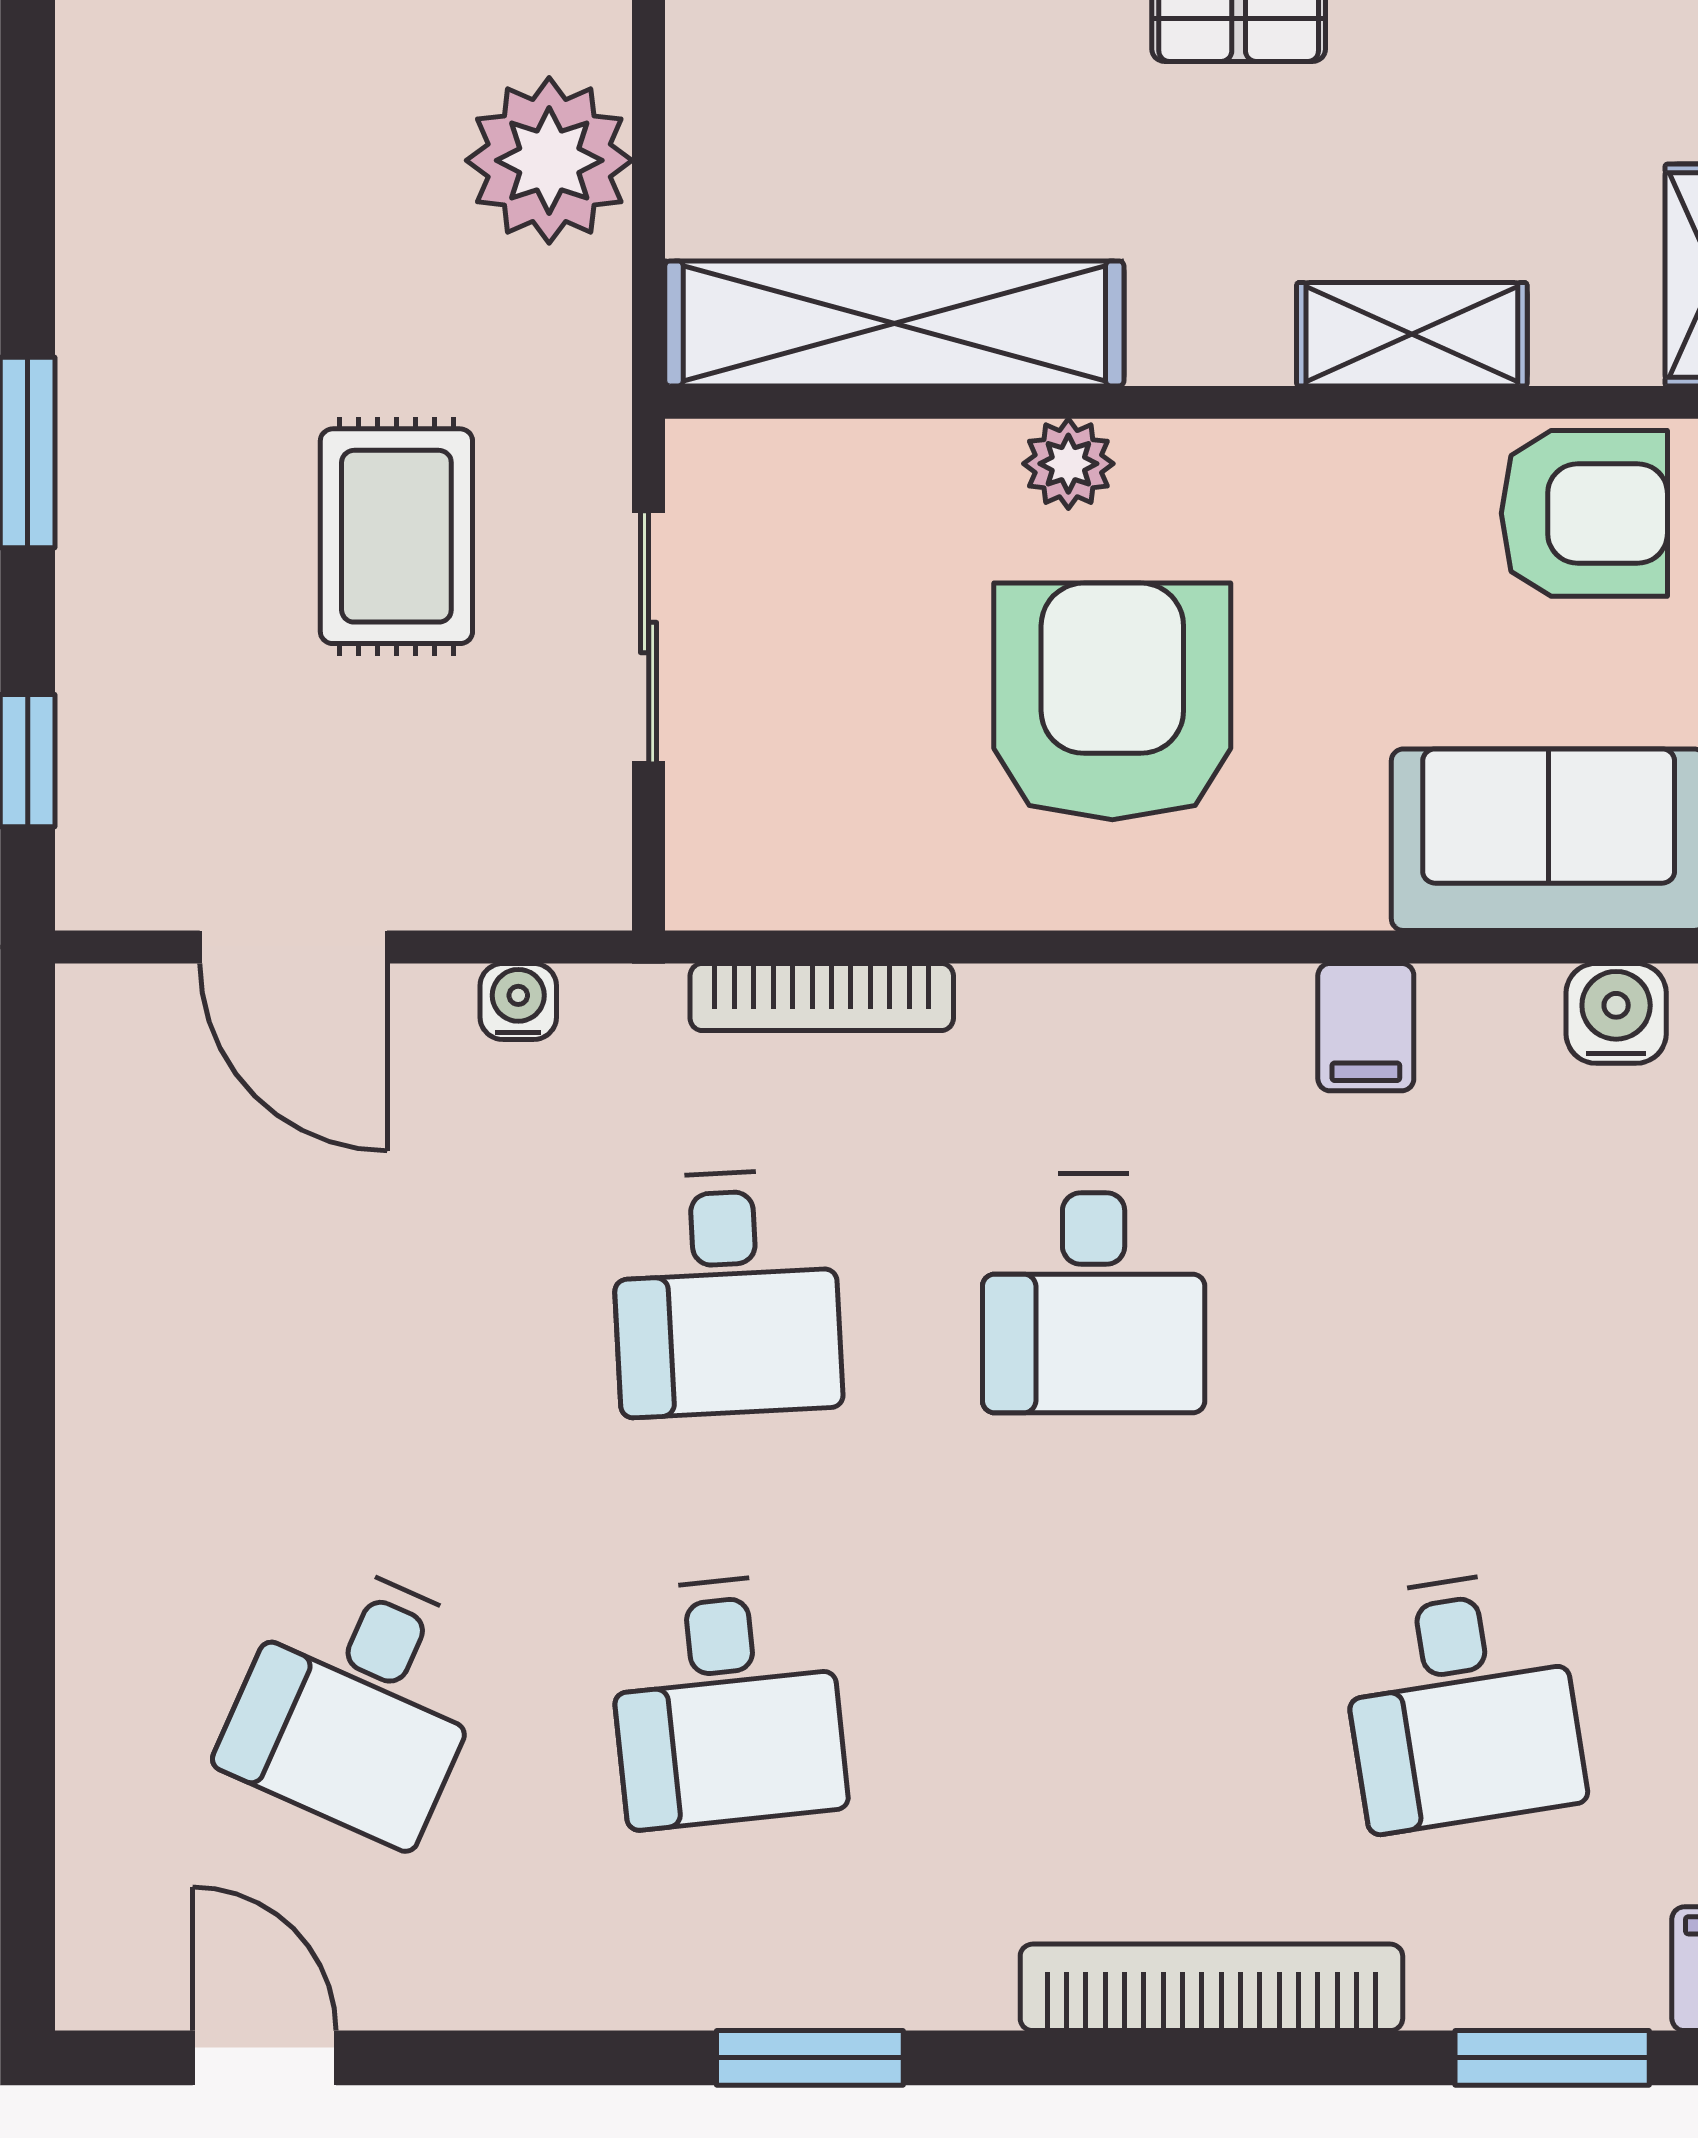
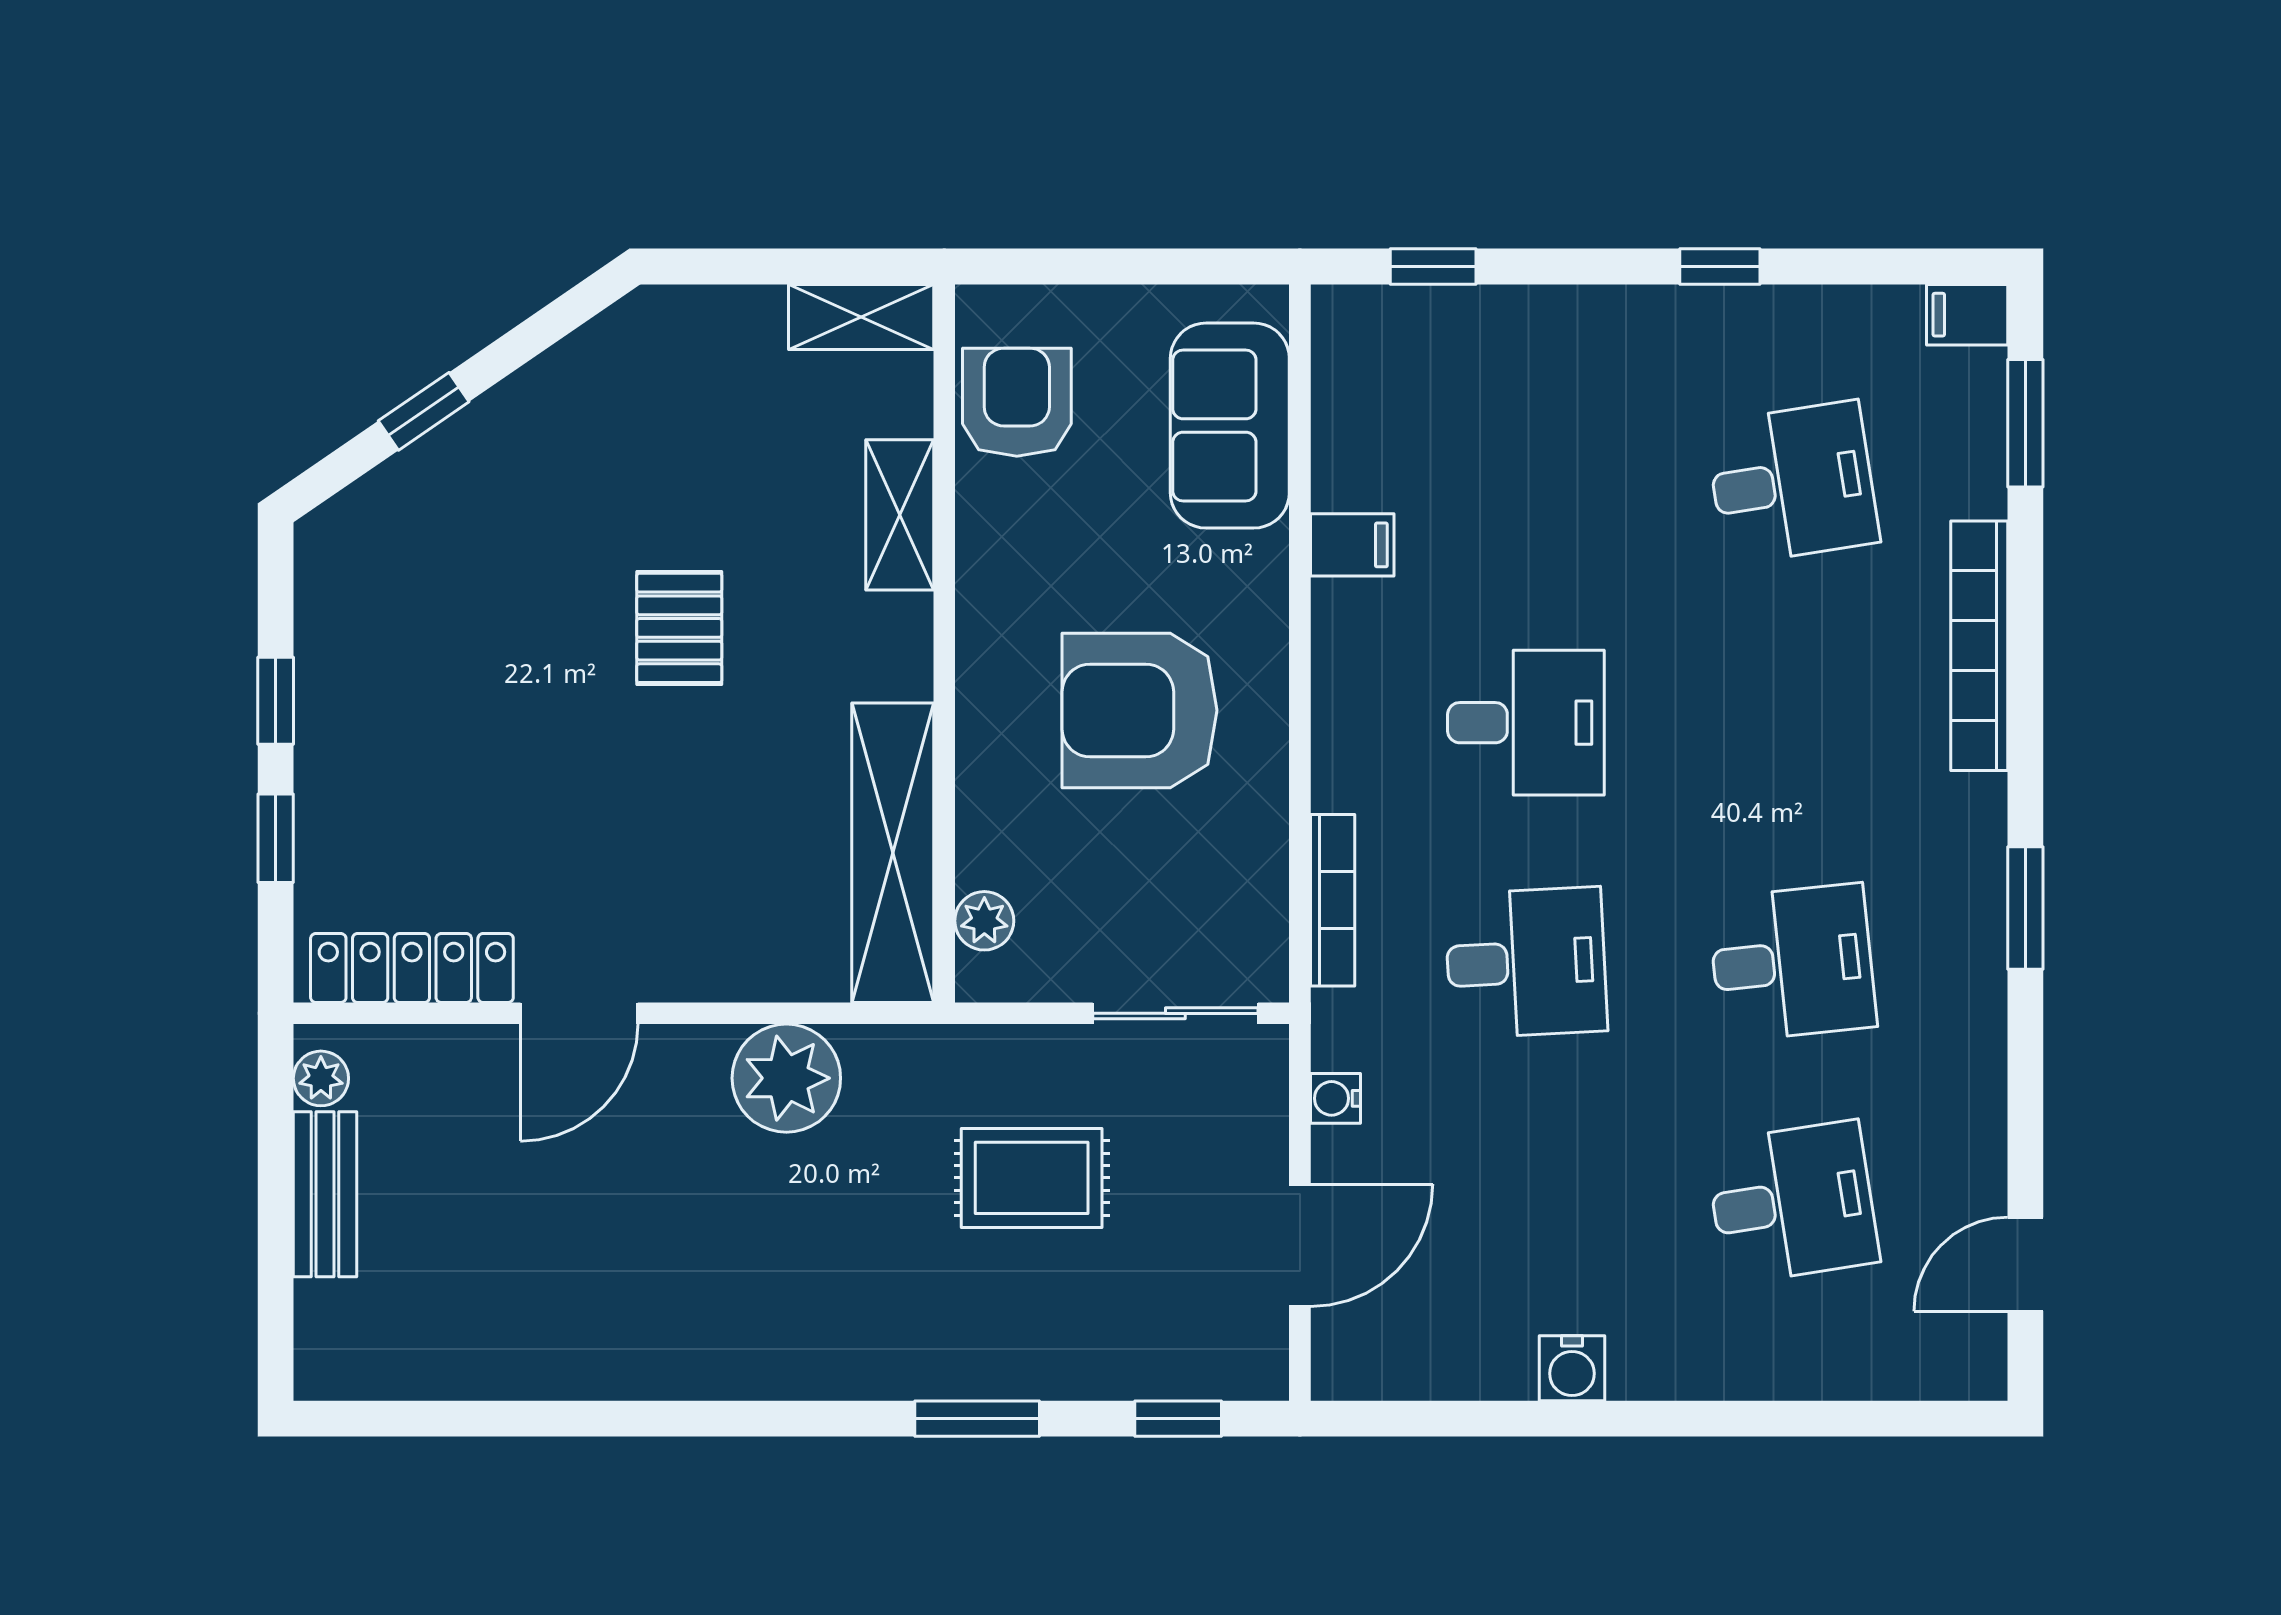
plant: (1068, 464) -> (984, 921), moved
sliding door: (649, 637) -> (1175, 1013), moved
water cooler: (1616, 1013) -> (1572, 1368), moved, turned -90
desk: (359, 1701) -> (1792, 1202), turned -33

